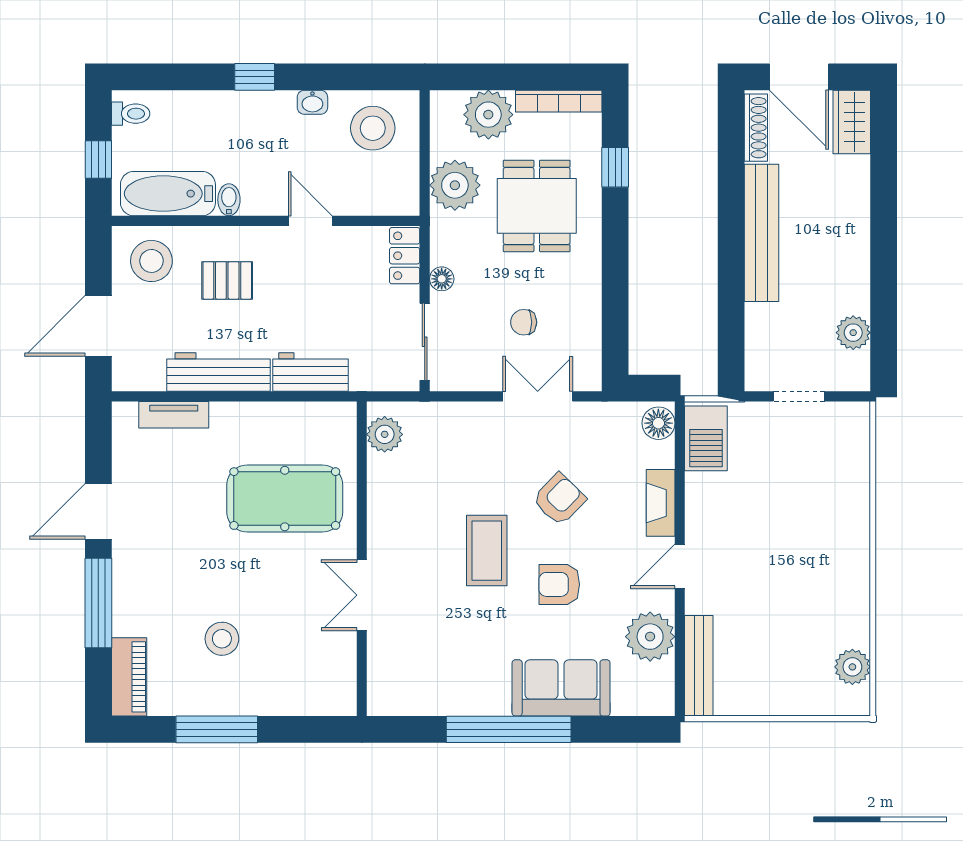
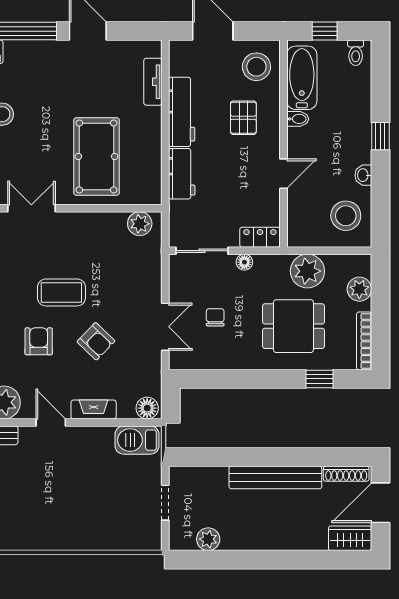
plant: (488, 115) -> (359, 289), width x0.73, depth x0.73

